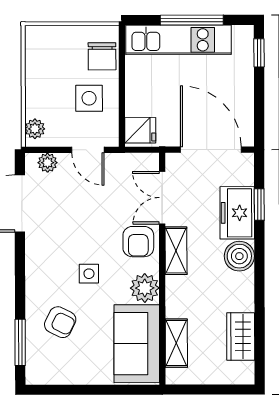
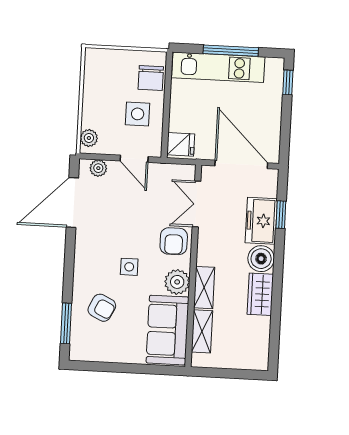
shelving: (176, 251) -> (204, 288), moved
wardrobe: (241, 336) -> (260, 294), moved

